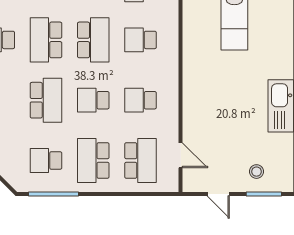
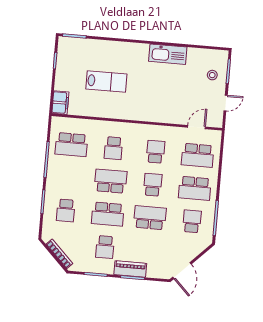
school desk: (93, 100) -> (153, 185), turned 180
school desk: (140, 100) -> (156, 152), turned 180
school desk: (46, 160) -> (192, 221), turned 180
school desk: (140, 160) -> (198, 155), turned 180

